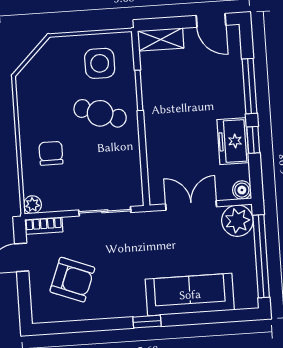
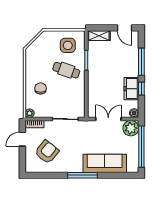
armchair: (72, 280) -> (47, 152), turned -72
window: (147, 322) -> (82, 175), width x2.17

